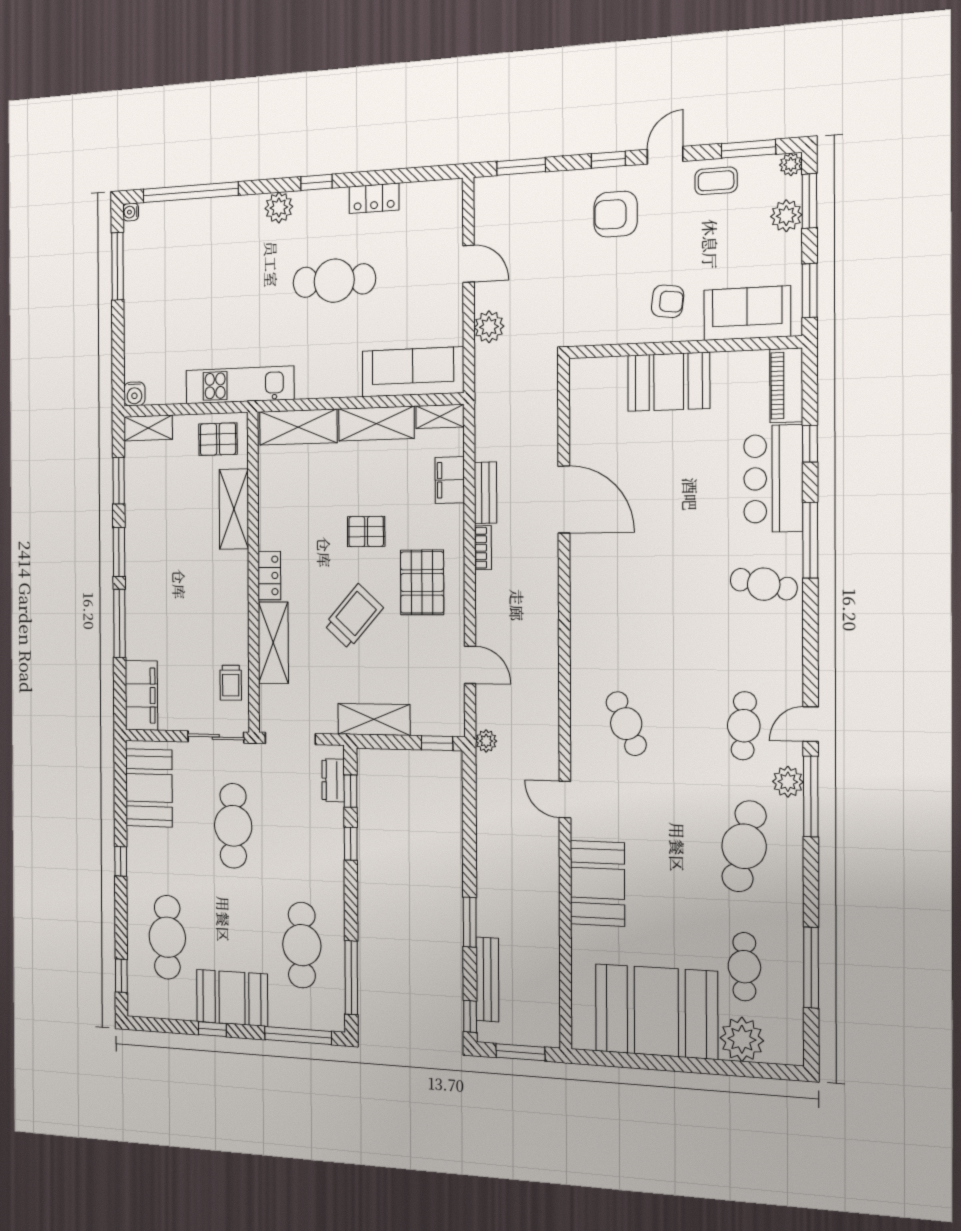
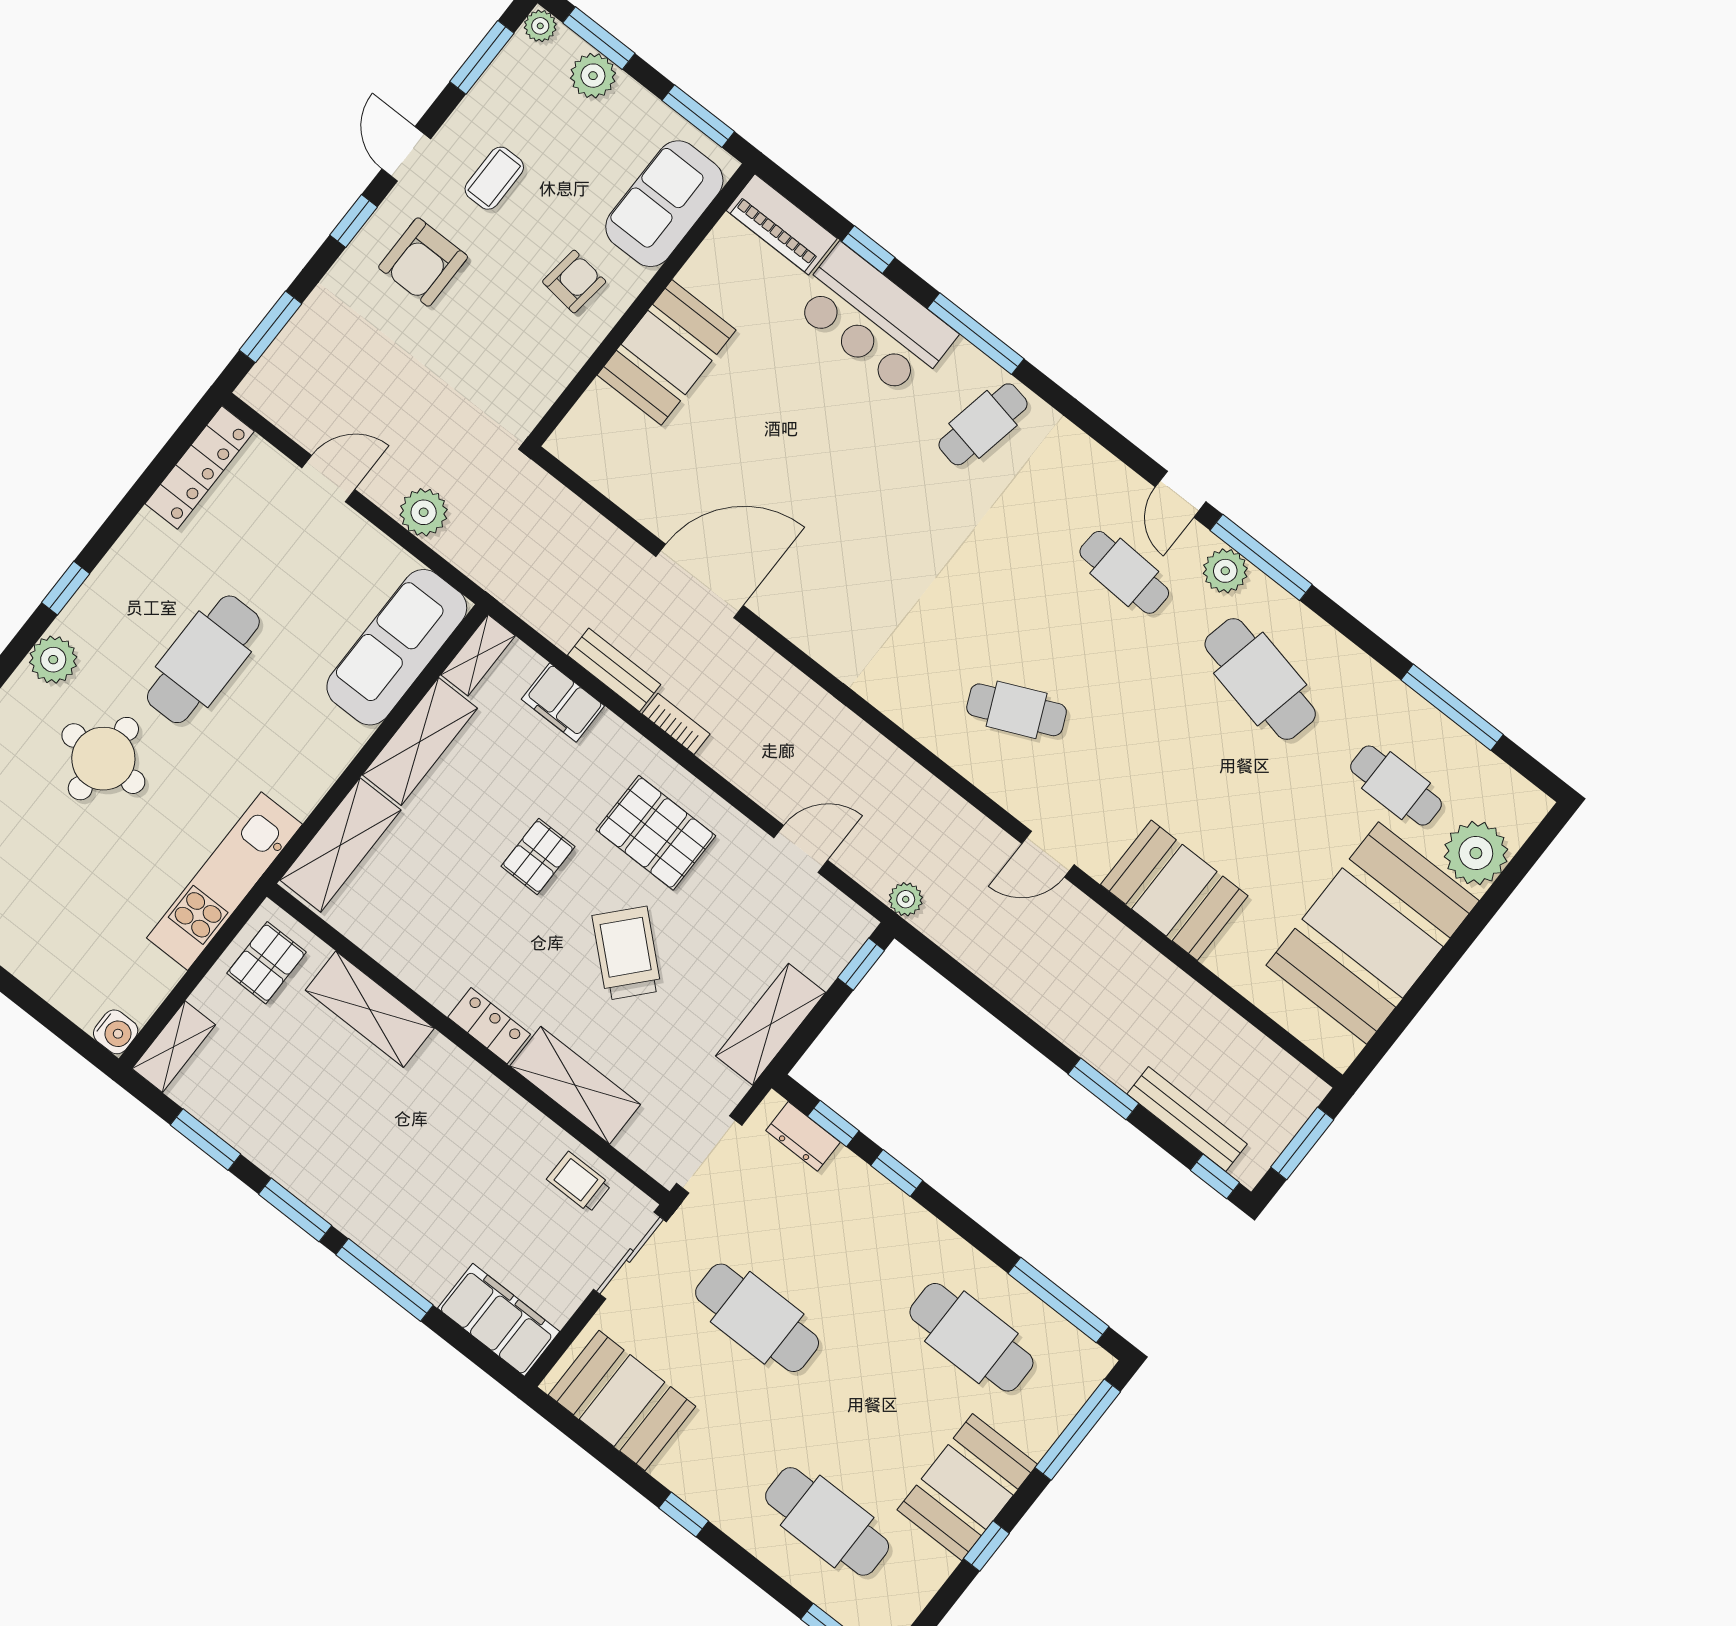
coffee table: (716, 181) -> (494, 178), moved
locker: (374, 198) -> (200, 467), moved, width x1.53
round table: (252, 274) -> (103, 759), added
trolley: (231, 683) -> (579, 1182), turned 180

